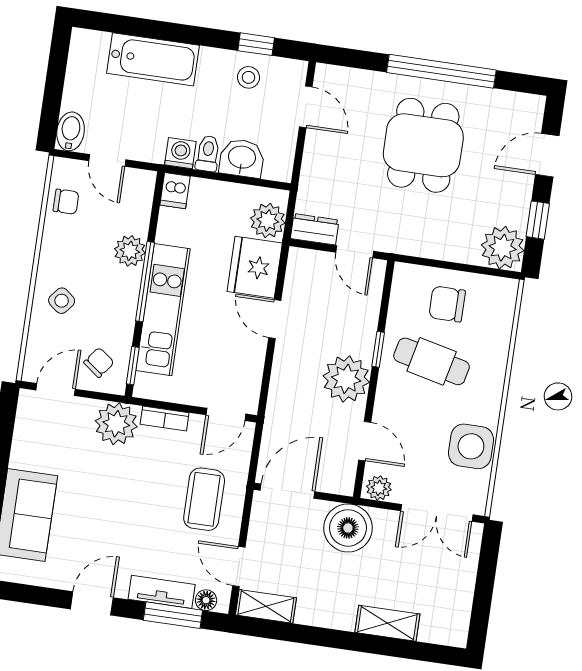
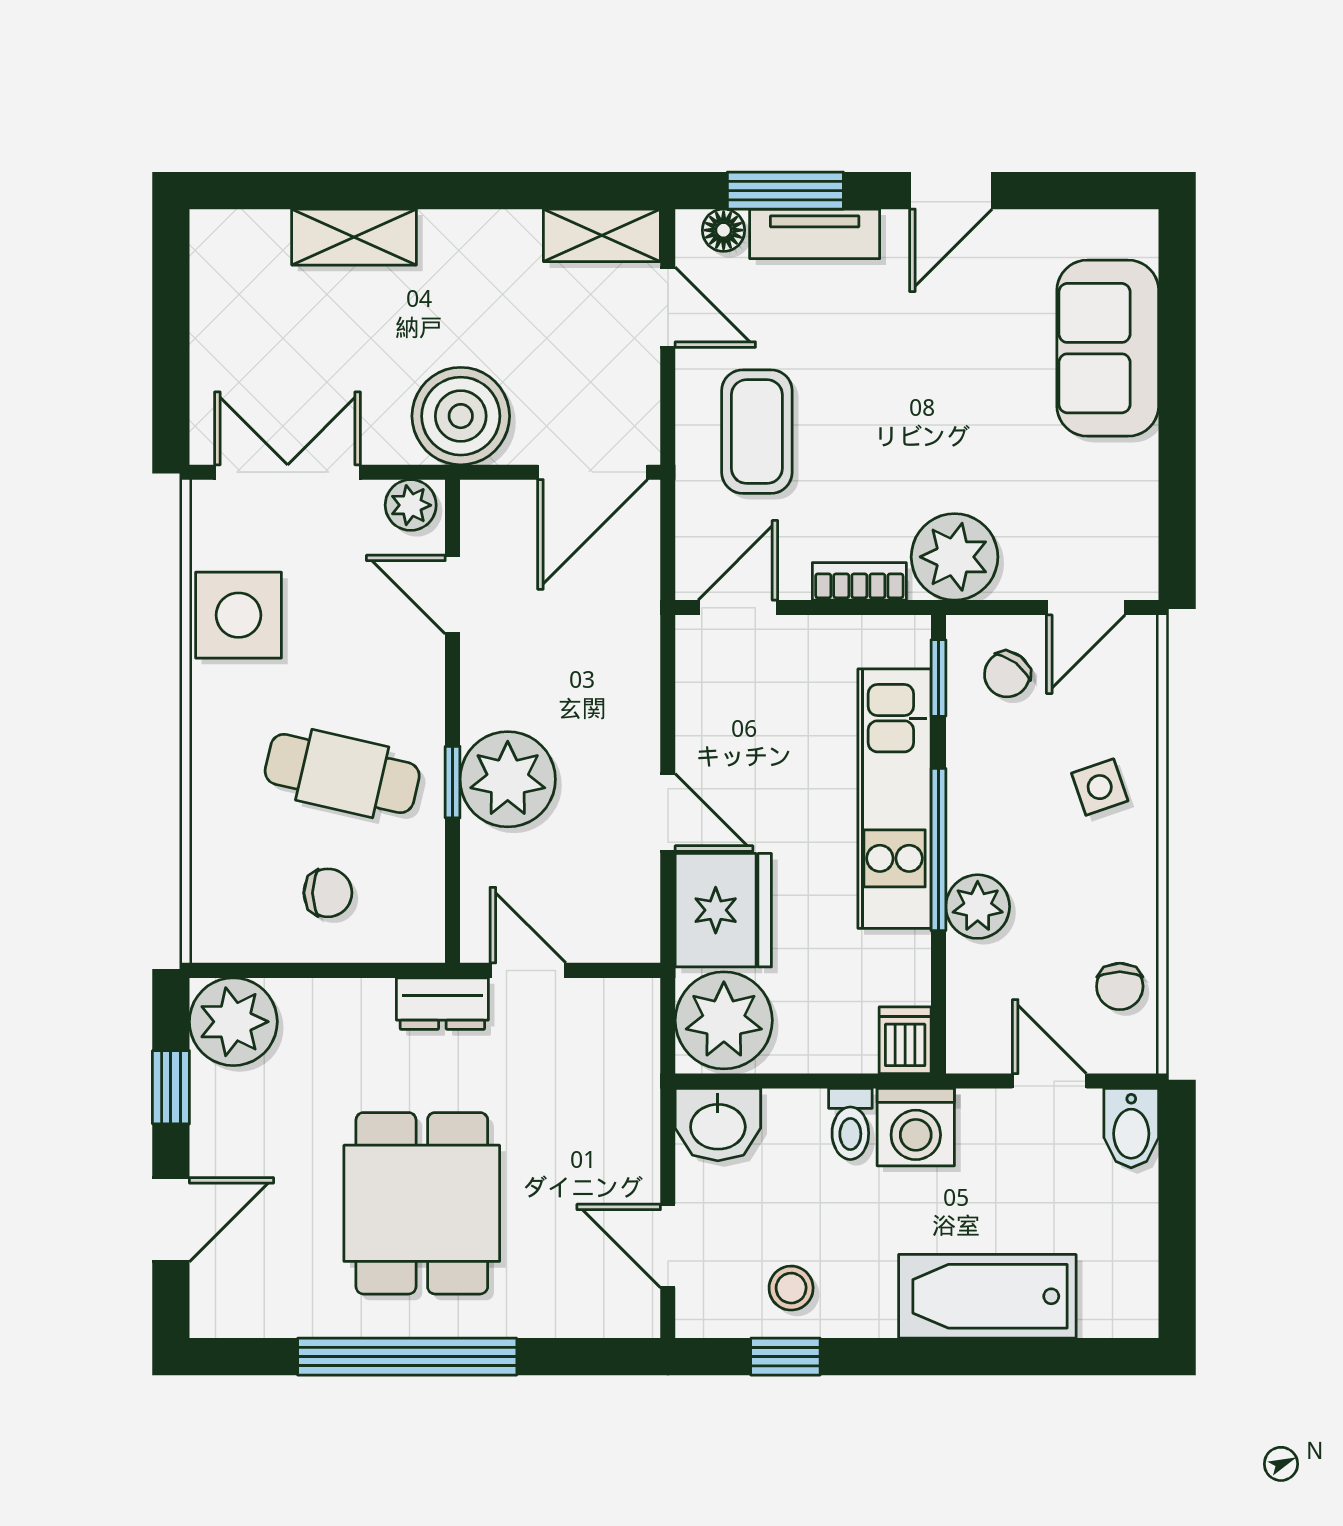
washing machine: (180, 153) -> (916, 1127), width x1.38, depth x1.38
washbasin: (242, 158) -> (718, 1125), moved
chair: (66, 202) -> (1120, 986), turned -90
plant: (268, 221) -> (724, 1020), width x1.36, depth x1.36
dresser: (315, 229) -> (442, 1004), moved
side table: (62, 301) -> (1100, 787), turned 32
chair: (447, 304) -> (328, 893), width x0.73, depth x0.73
plant: (346, 379) -> (508, 779), moved

